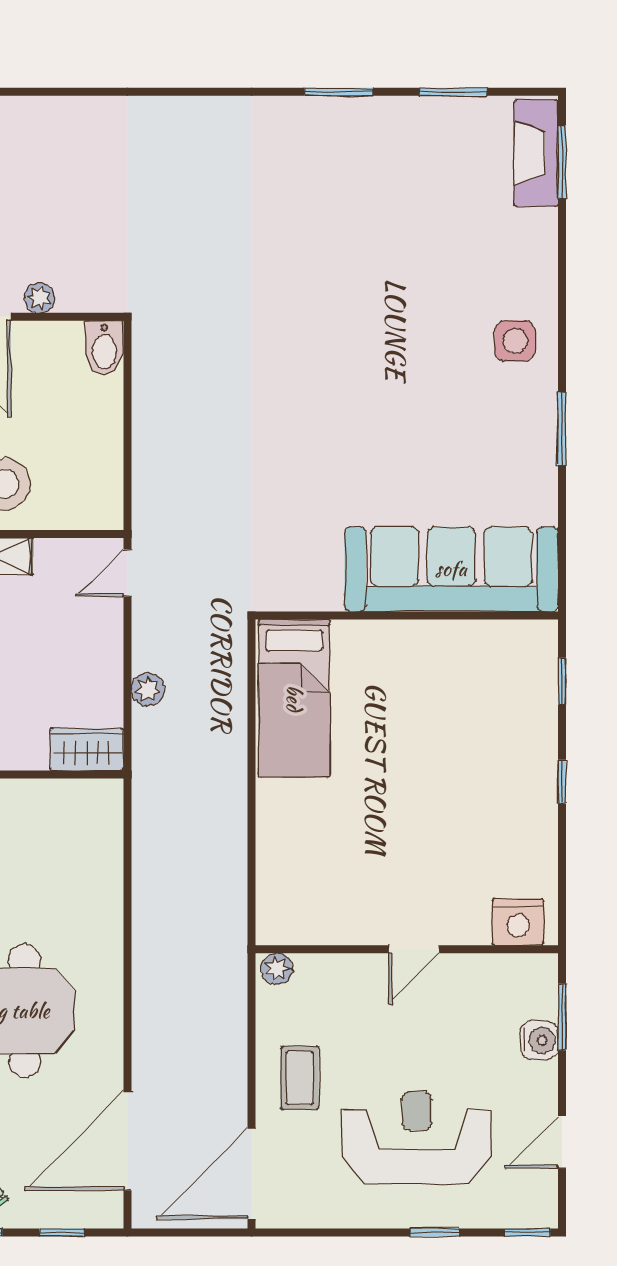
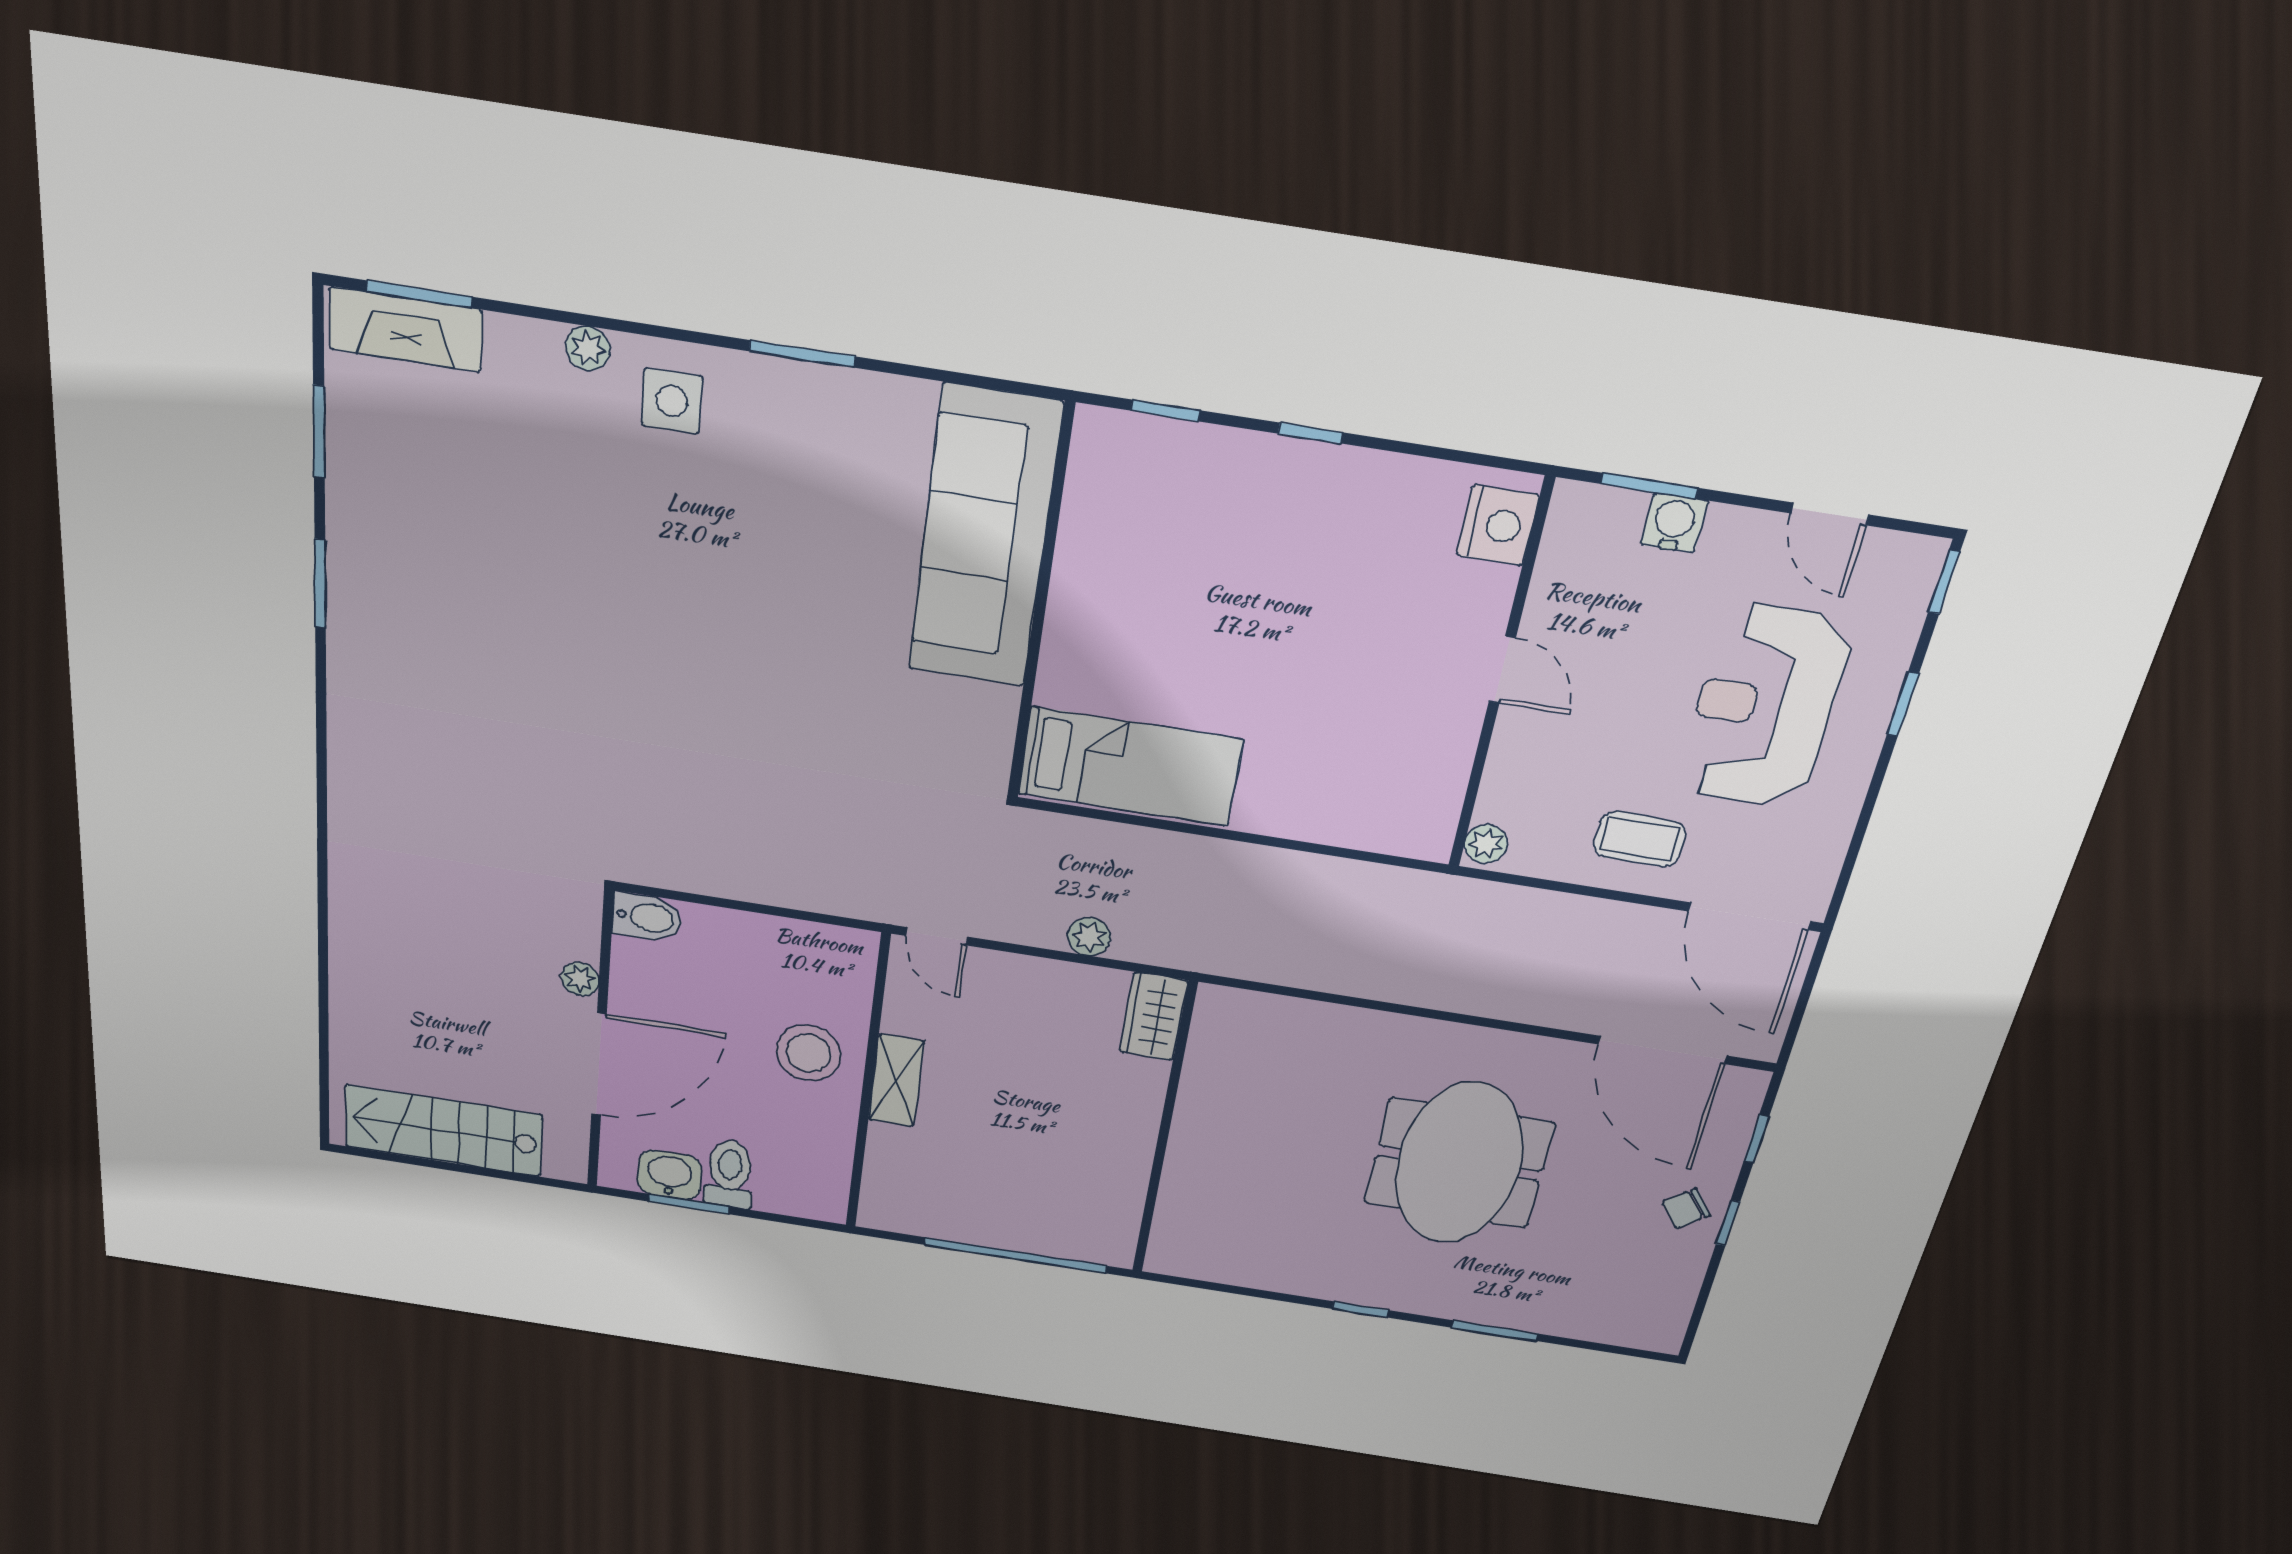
plant: (543, 281) -> (588, 348), added

